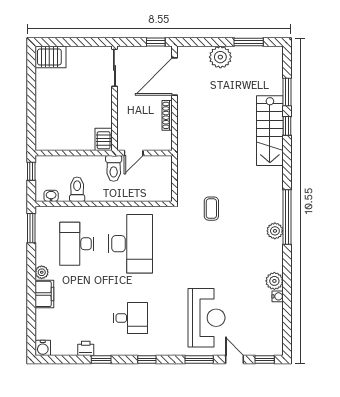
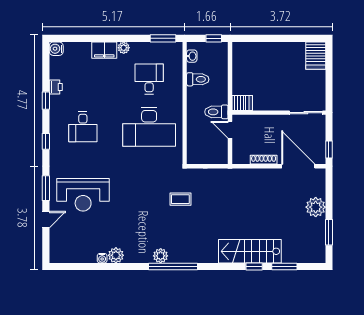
desk: (77, 244) -> (149, 79), width x0.73
window: (265, 359) -> (46, 247), removed

